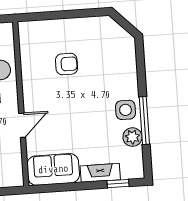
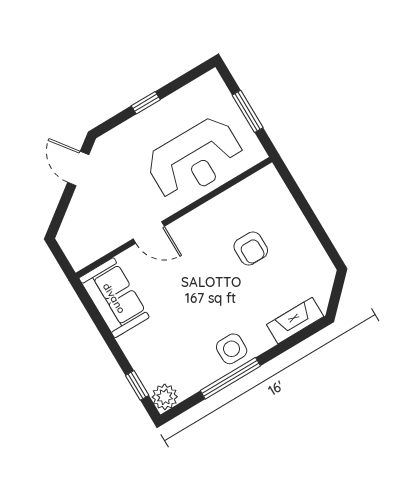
plant: (132, 137) -> (165, 397), moved
fireplace: (100, 173) -> (295, 321), moved, turned -90

